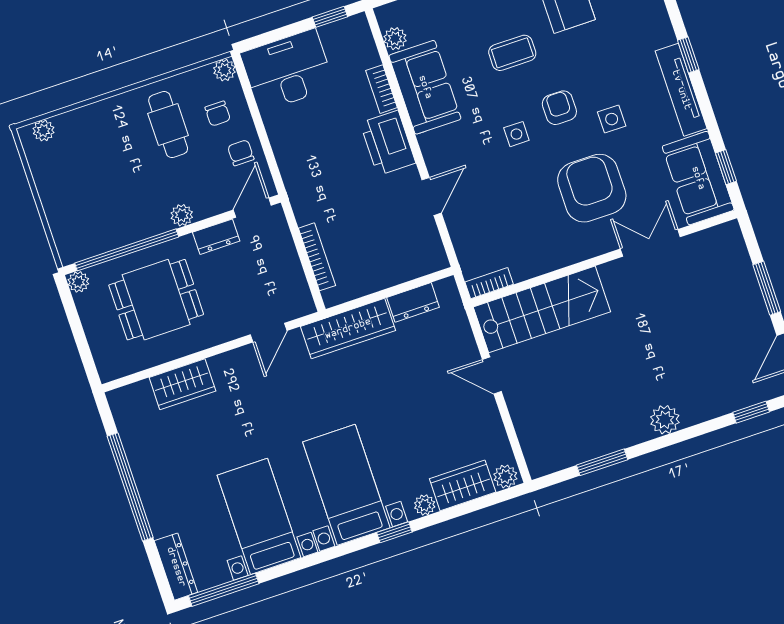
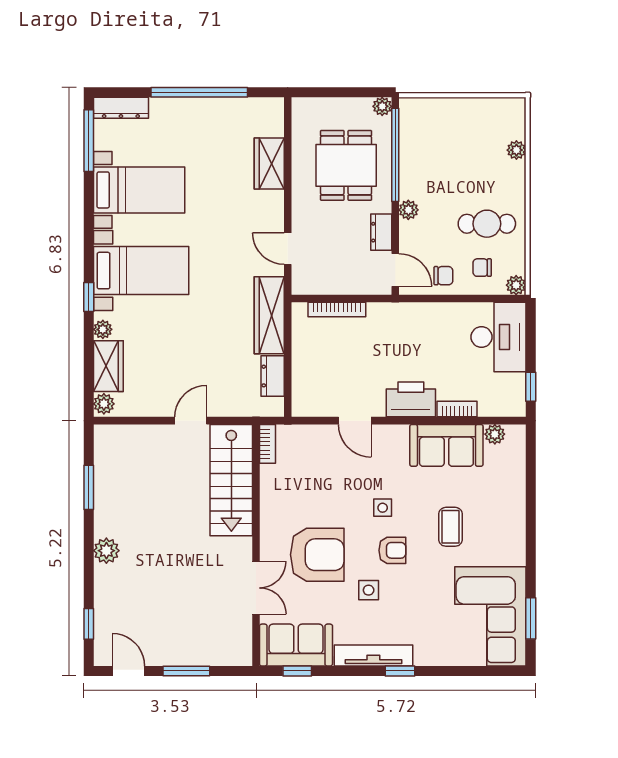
plant: (44, 131) -> (516, 150), moved

